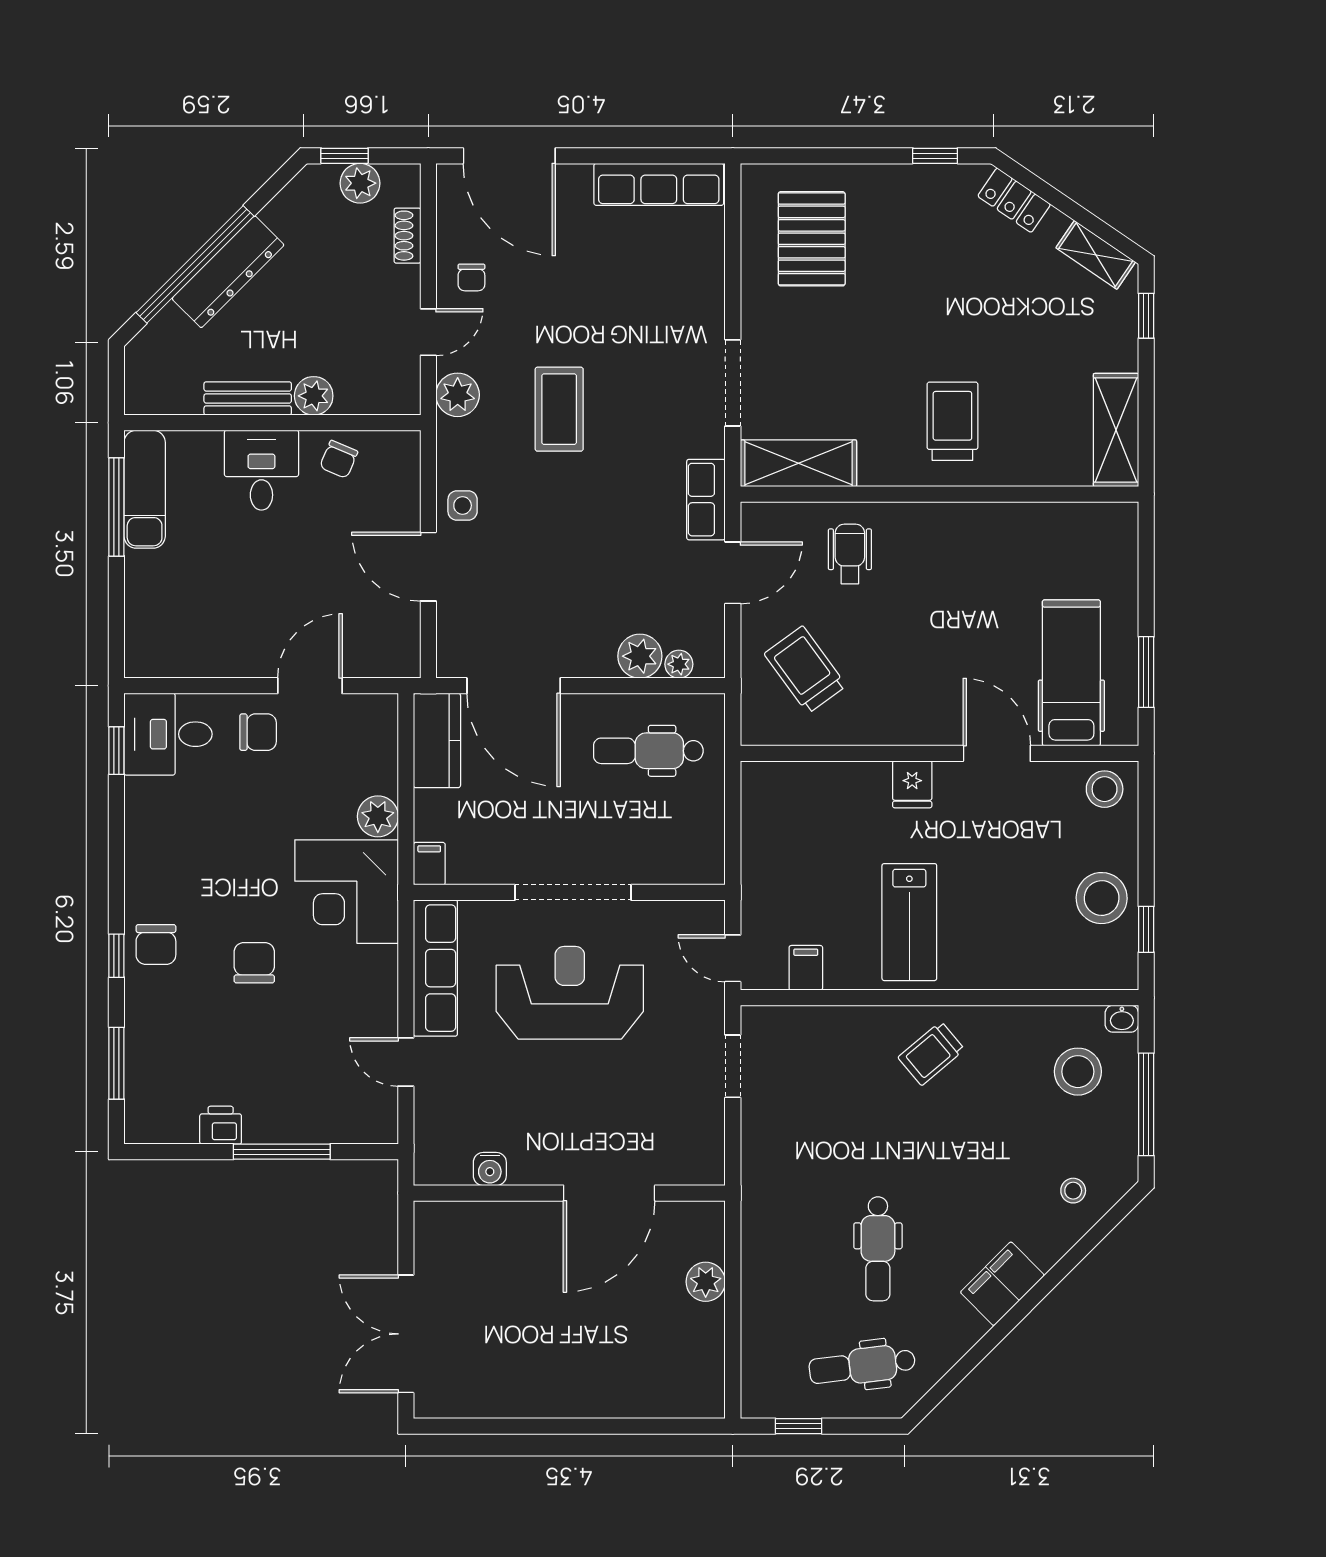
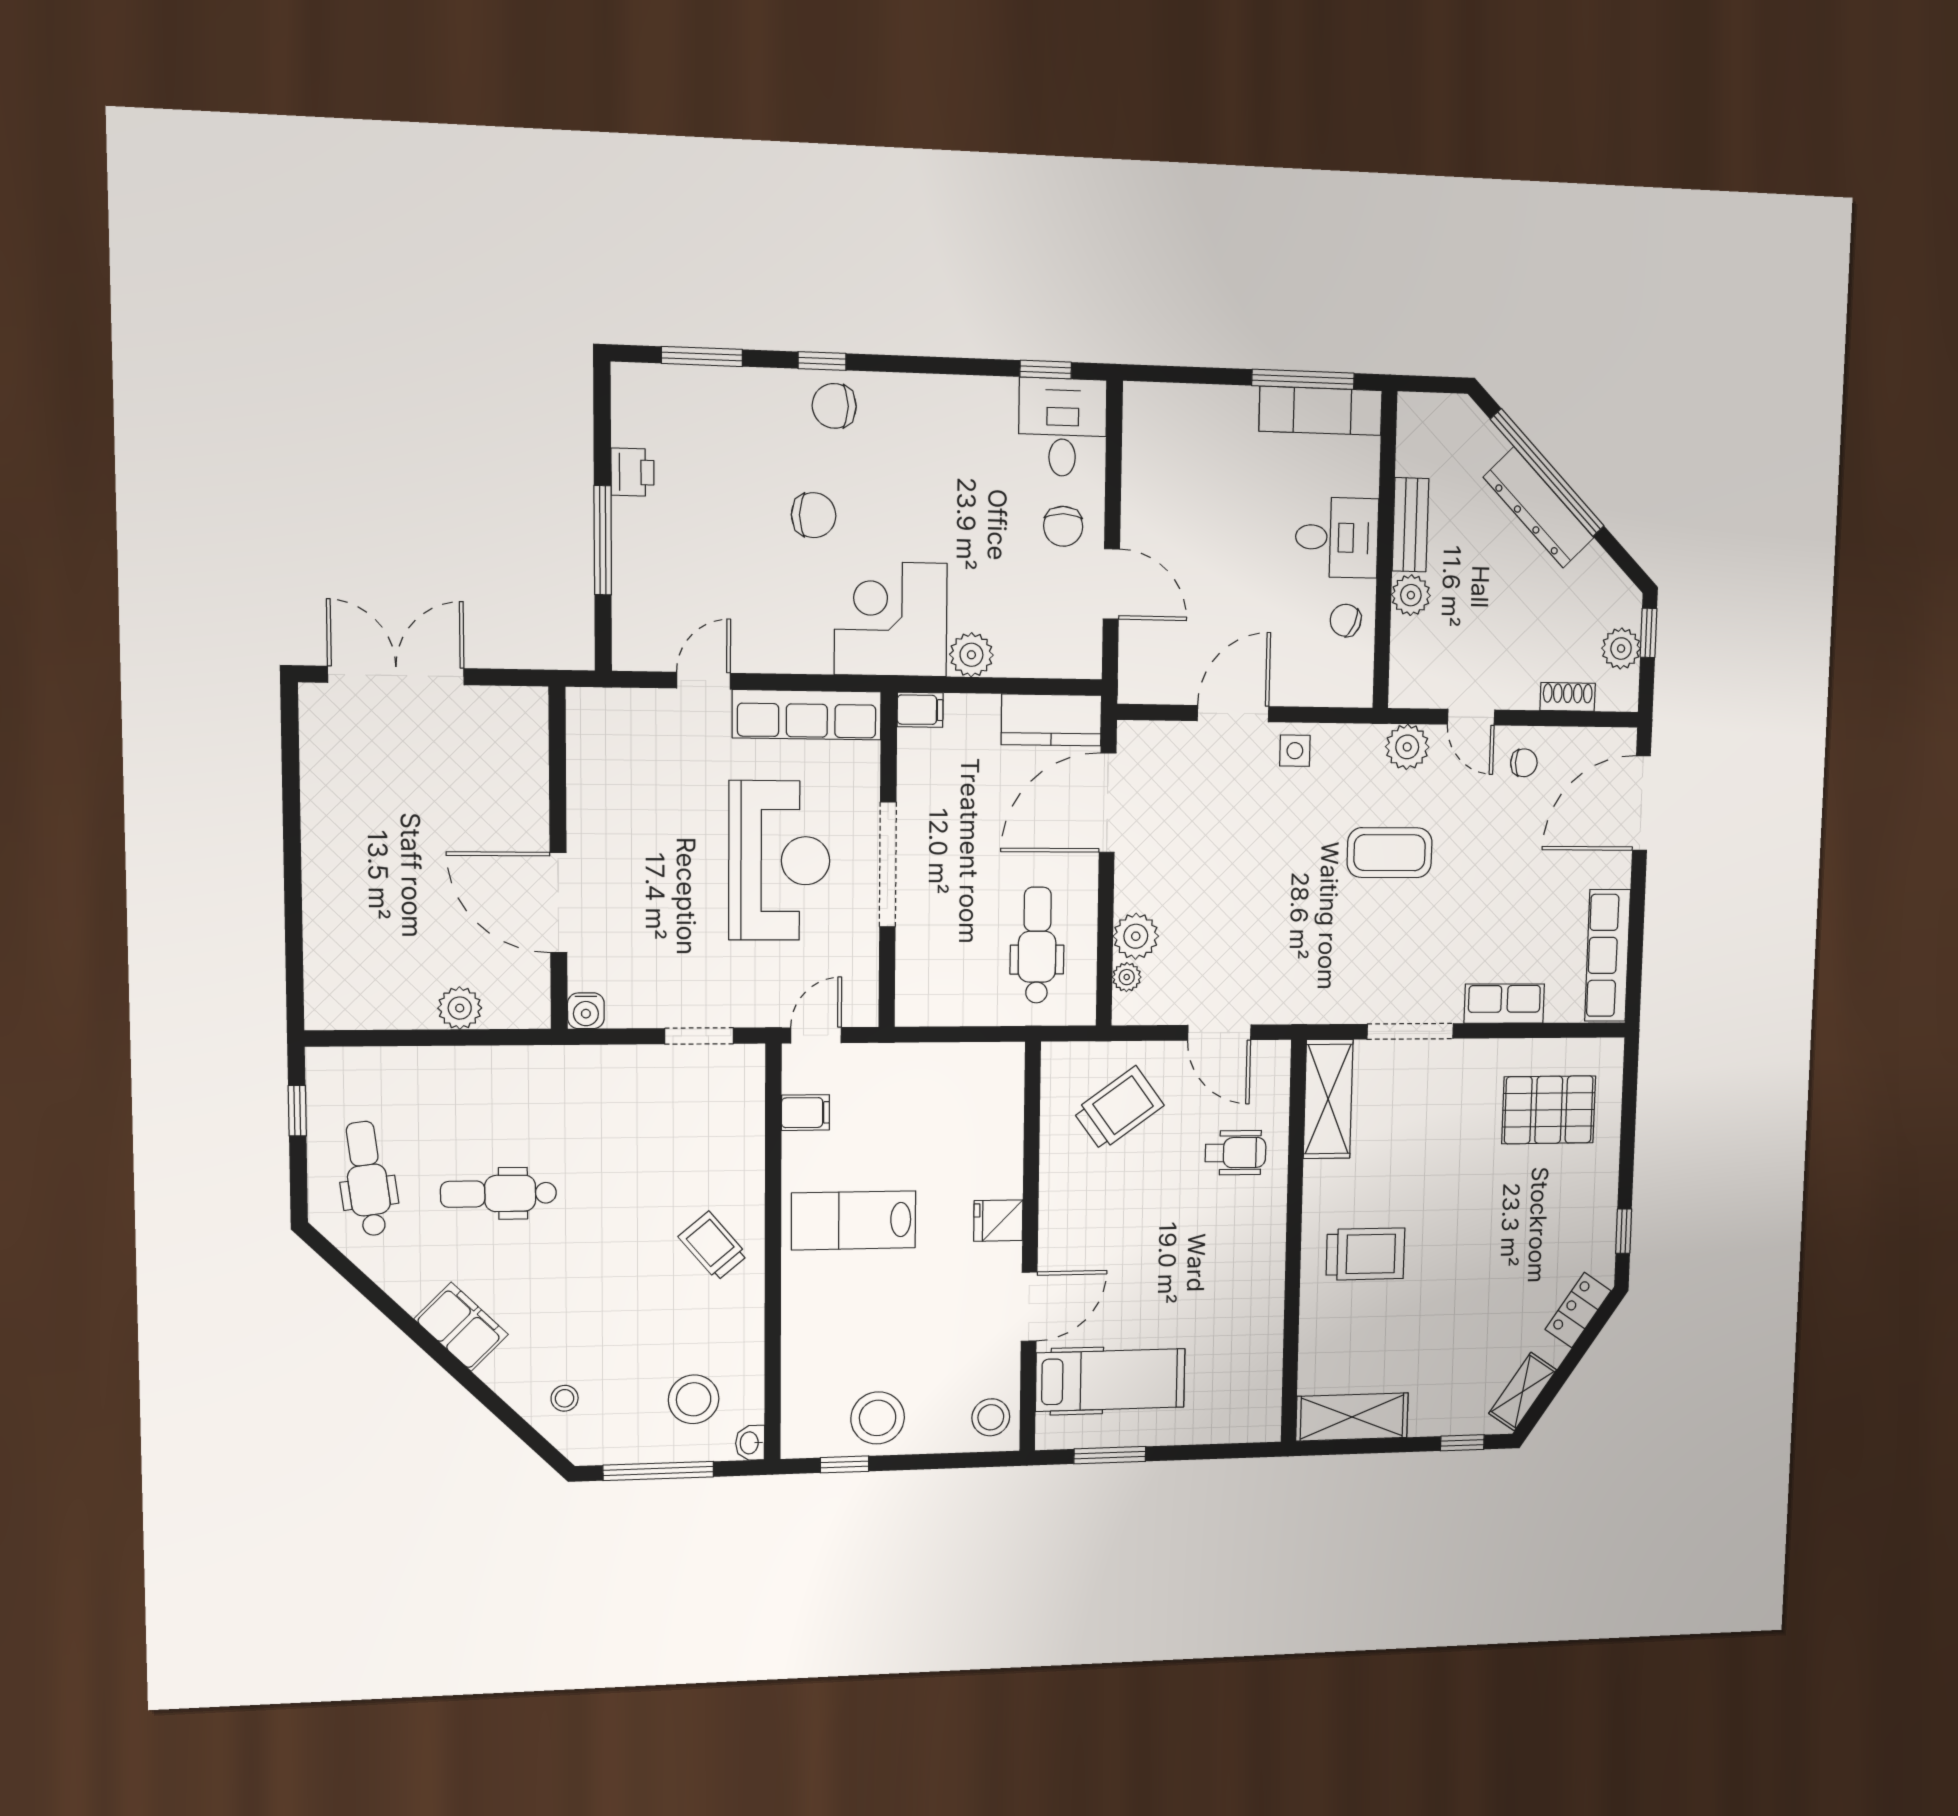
chair: (471, 277) -> (1524, 763), turned 180
row of seats: (706, 500) -> (1504, 1004), moved
water cooler: (490, 1169) -> (586, 1011), moved, turned -90

